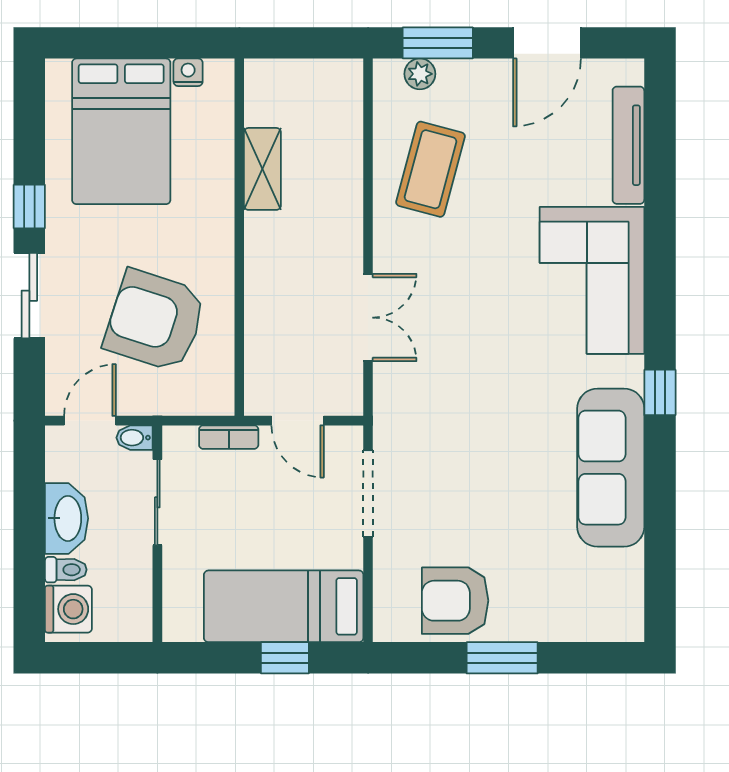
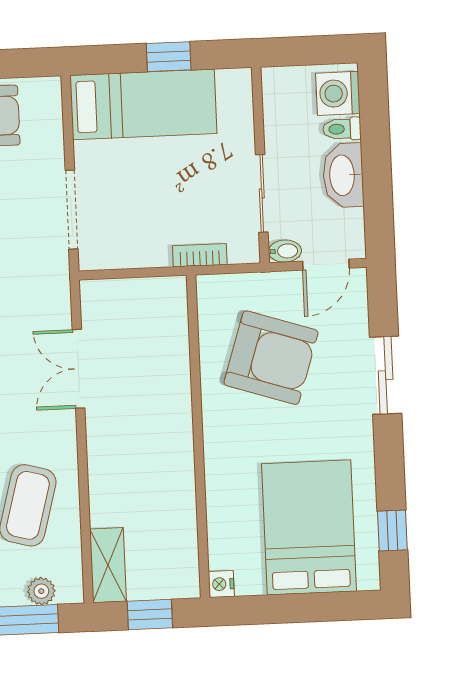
window: (301, 43) -> (150, 615), added
nightstand: (188, 72) -> (221, 584), moved, turned 90
shelving: (262, 169) -> (108, 565), moved
window: (29, 207) -> (392, 530), moved
door: (298, 421) -> (138, 273), removed
window: (285, 658) -> (169, 57), moved

